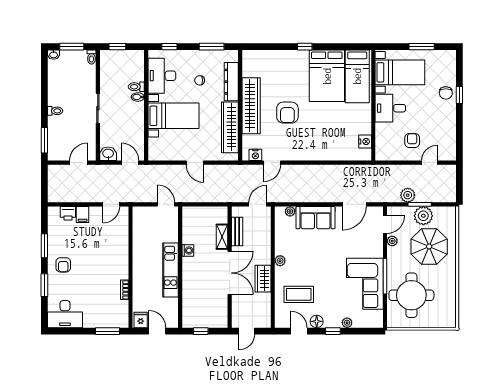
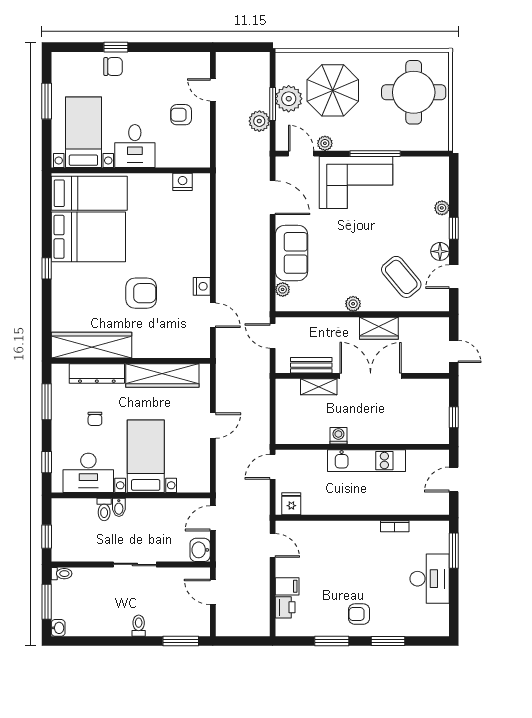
wardrobe: (251, 106) -> (91, 345), moved
nightstand: (255, 155) -> (202, 286), moved
armchair: (63, 265) -> (359, 614), turned 180
corner sofa: (365, 284) -> (356, 182), moved
coffee table: (299, 294) -> (401, 277), turned -40
round table: (411, 295) -> (414, 92), moved
desk: (65, 314) -> (430, 579), moved
fridge: (141, 320) -> (291, 504), moved, turned 90

